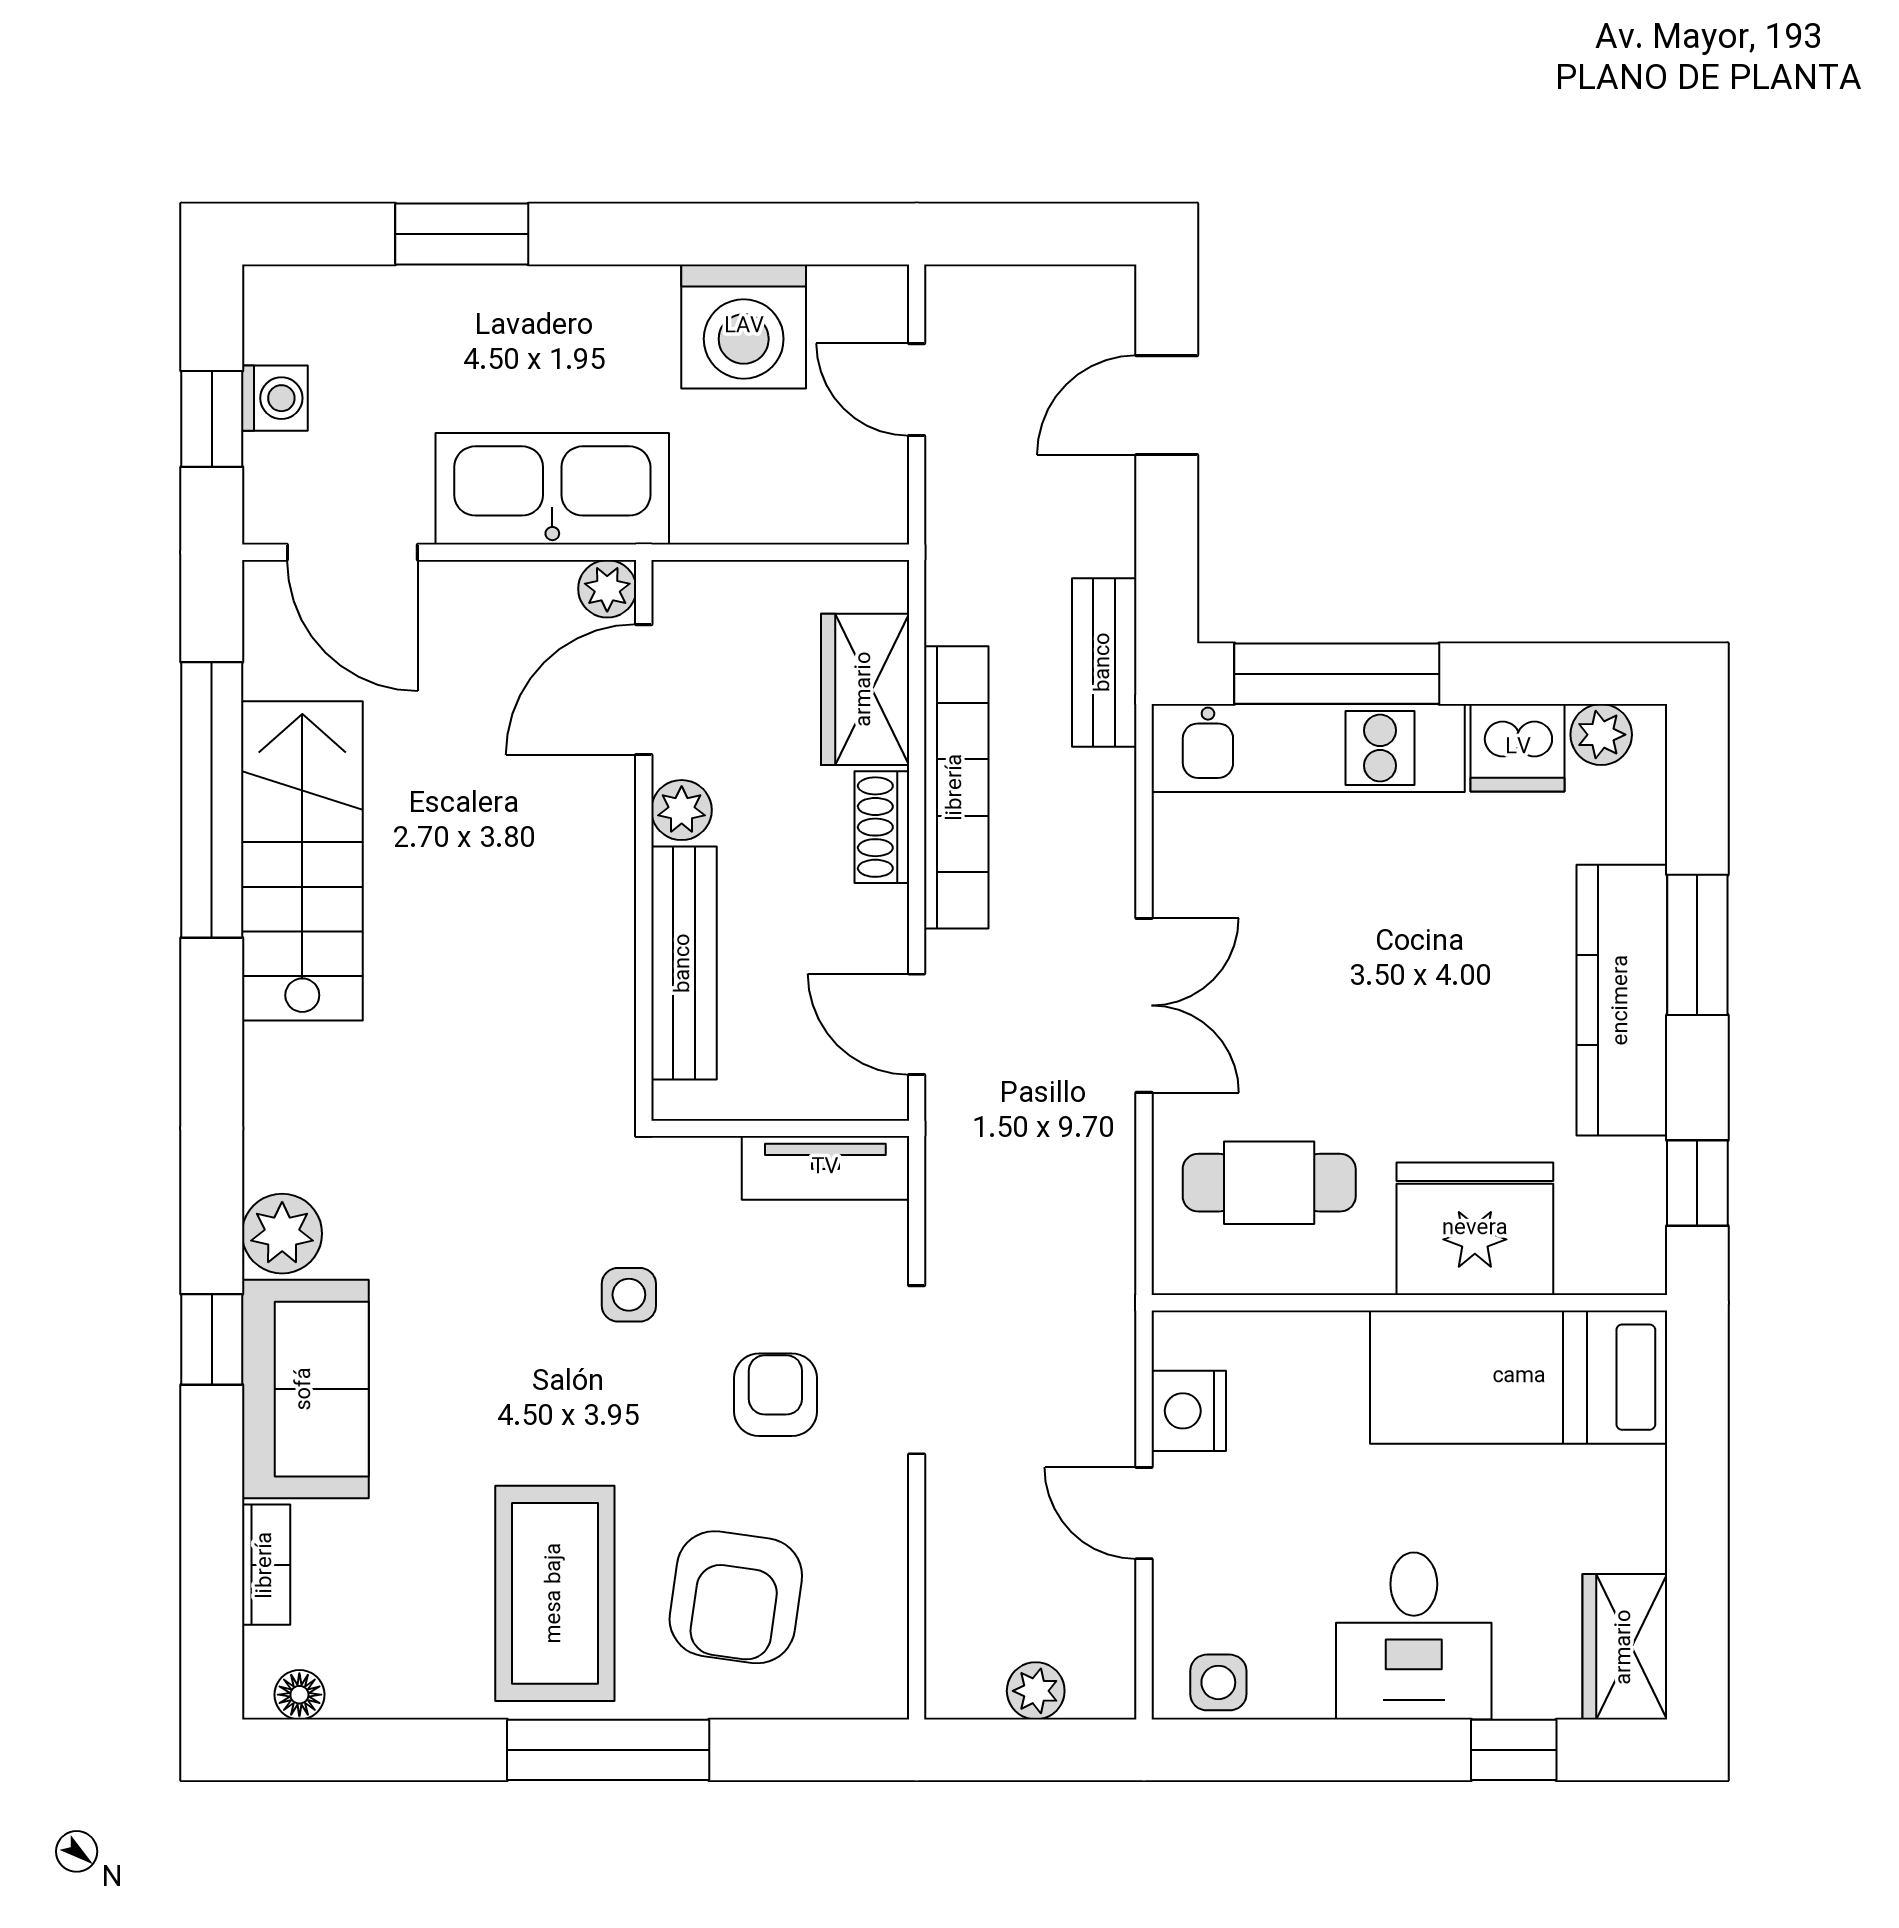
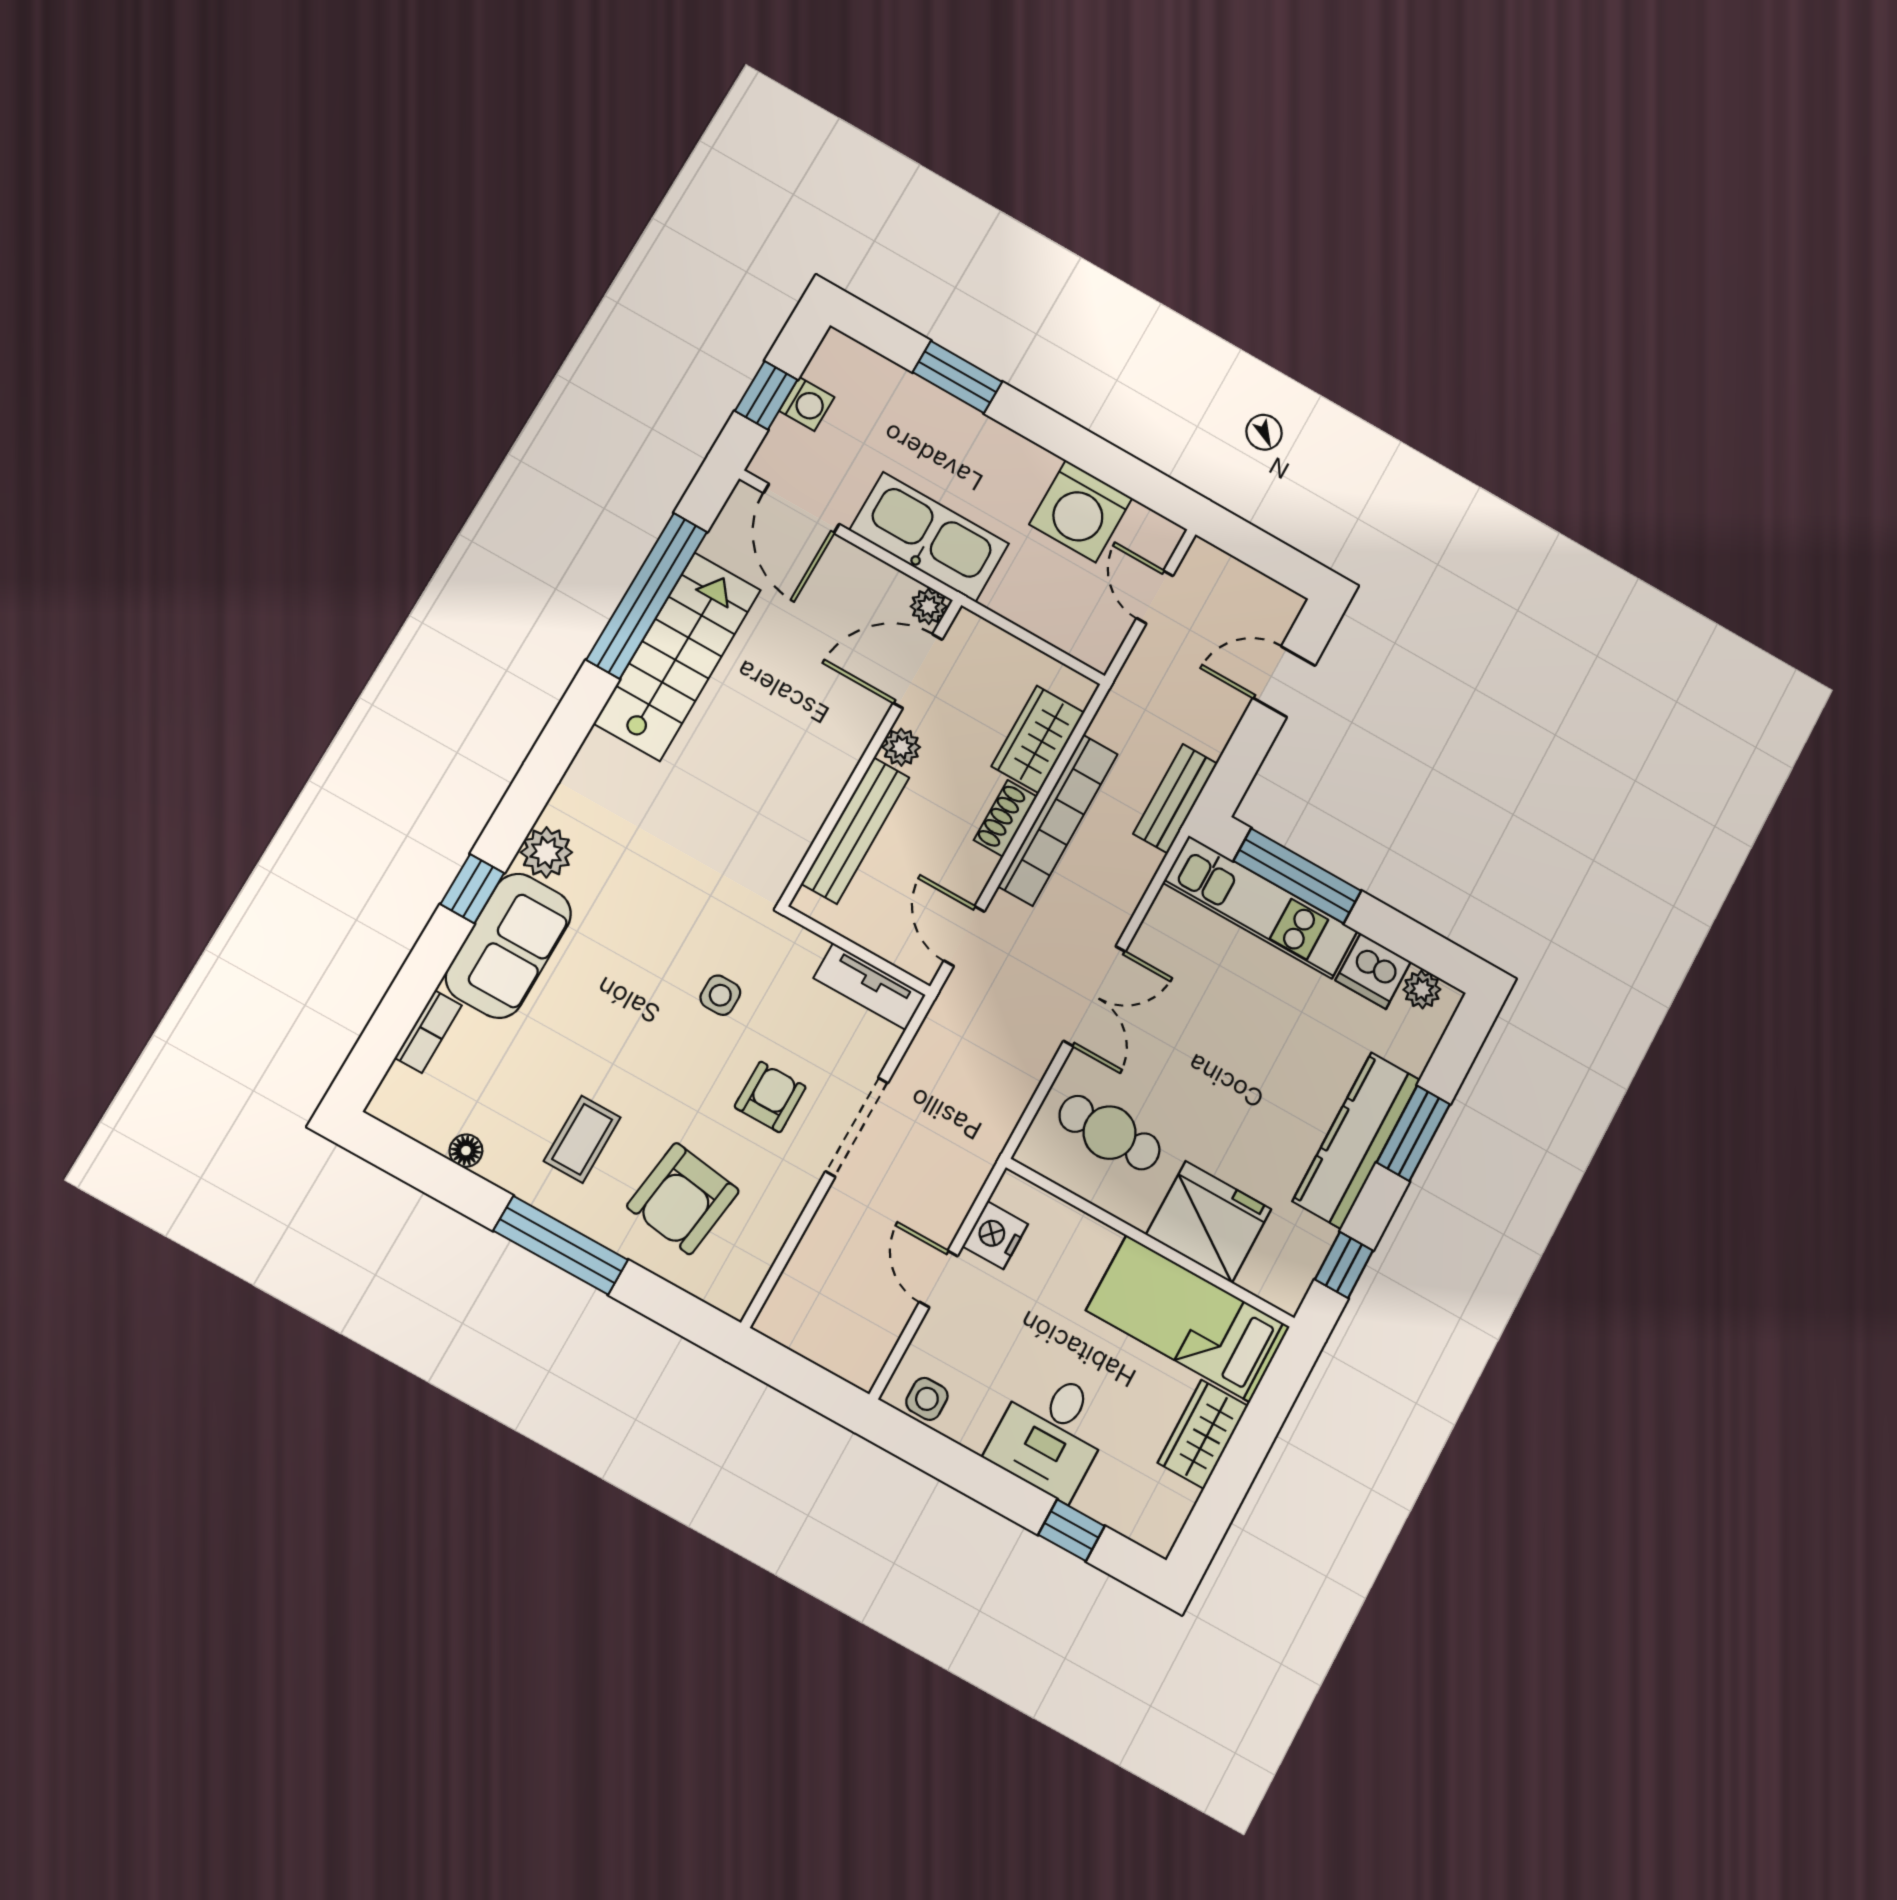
coffee table: (555, 1593) -> (582, 1139), width x0.54, depth x0.58
wardrobe: (1625, 1647) -> (1203, 1434), moved
plant: (1036, 1691) -> (822, 1346), removed
floor lamp: (299, 1695) -> (466, 1151), moved

